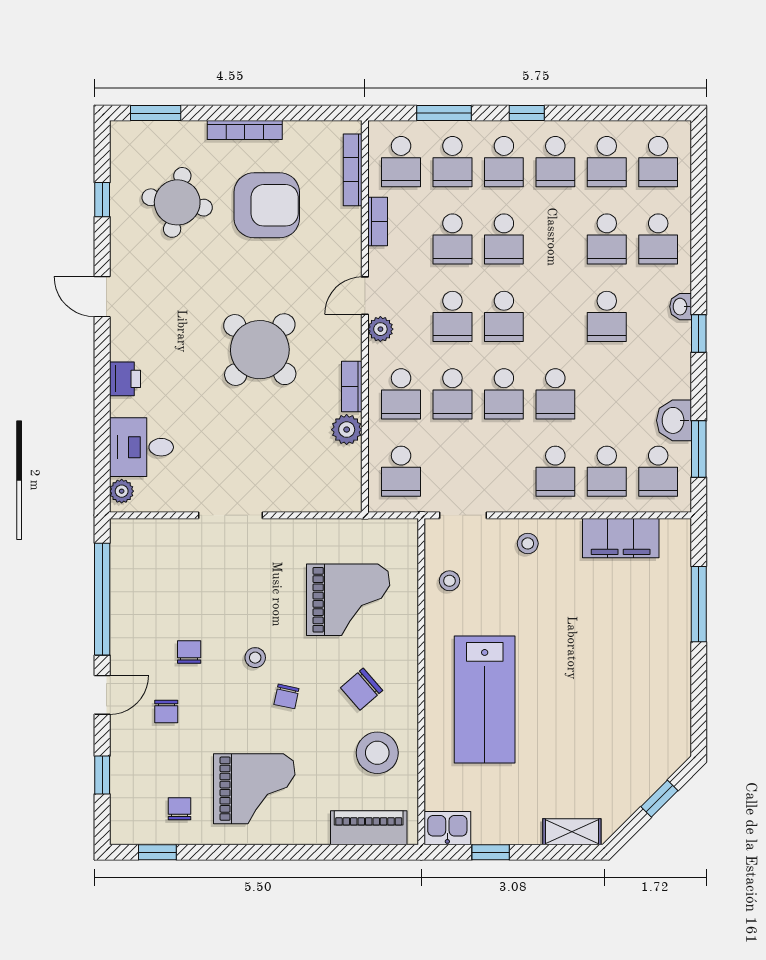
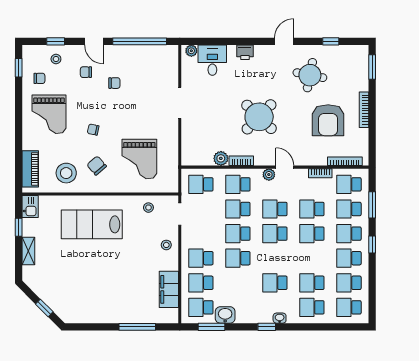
round table: (177, 202) -> (310, 75), moved
stool: (255, 658) -> (56, 59), moved
shelving: (572, 832) -> (28, 251), moved

